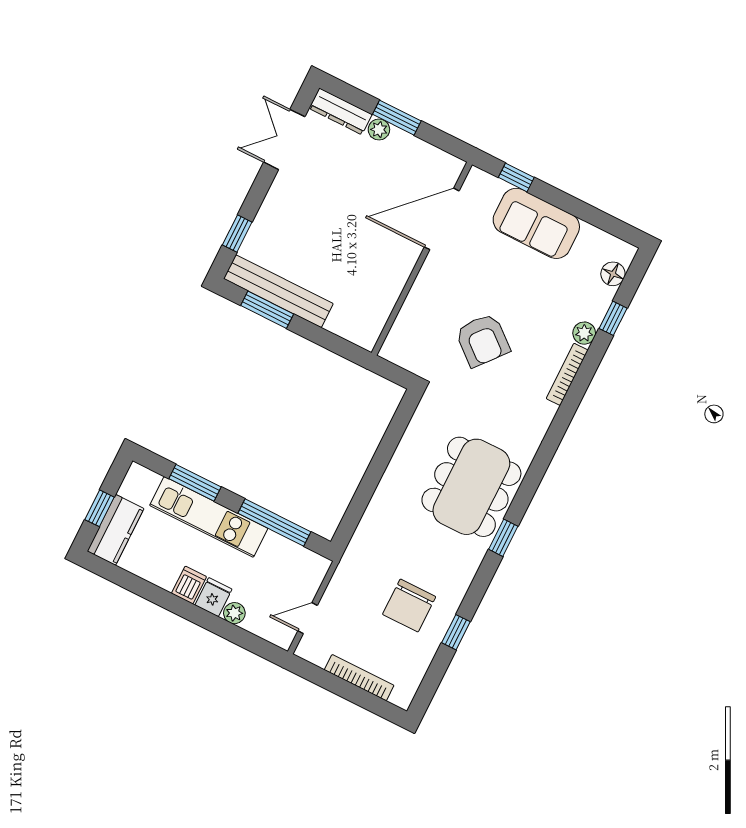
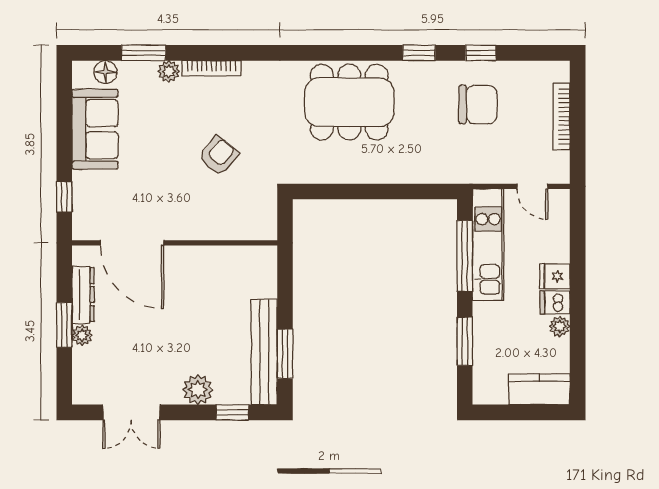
dresser: (341, 111) -> (83, 295), moved
plant: (274, 212) -> (198, 390), added
sofa: (536, 223) -> (95, 129), moved
window: (613, 318) -> (144, 53), width x1.50
armchair: (483, 340) -> (218, 156), width x0.72, depth x0.72
window: (100, 508) -> (528, 412), removed
kitchen unit: (209, 517) -> (488, 245), moved
window: (503, 538) -> (419, 53), moved
plant: (234, 613) -> (560, 326), moved

